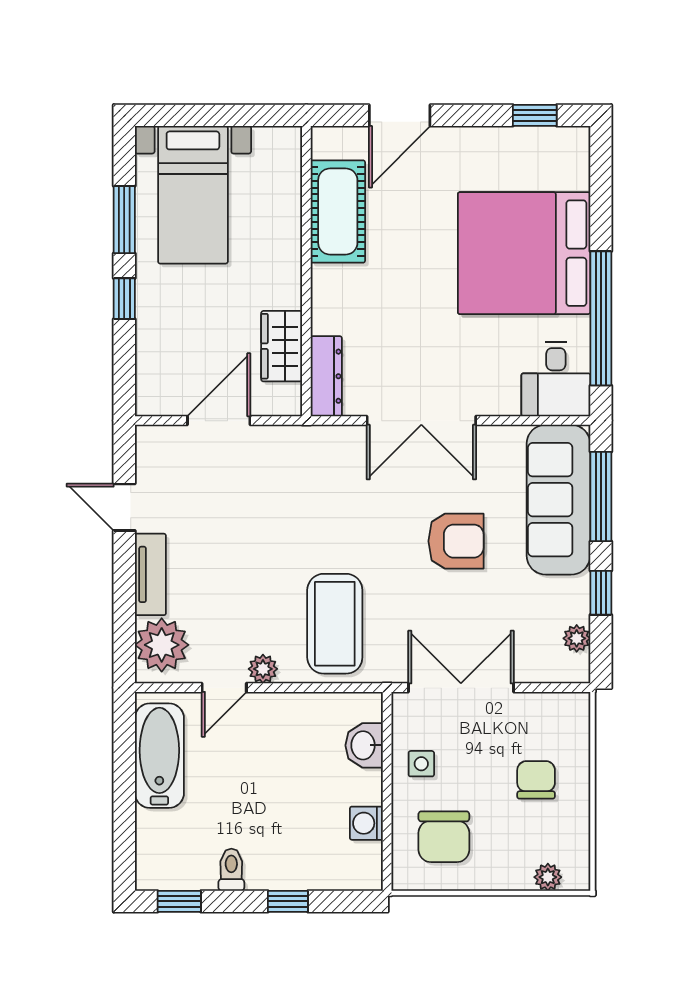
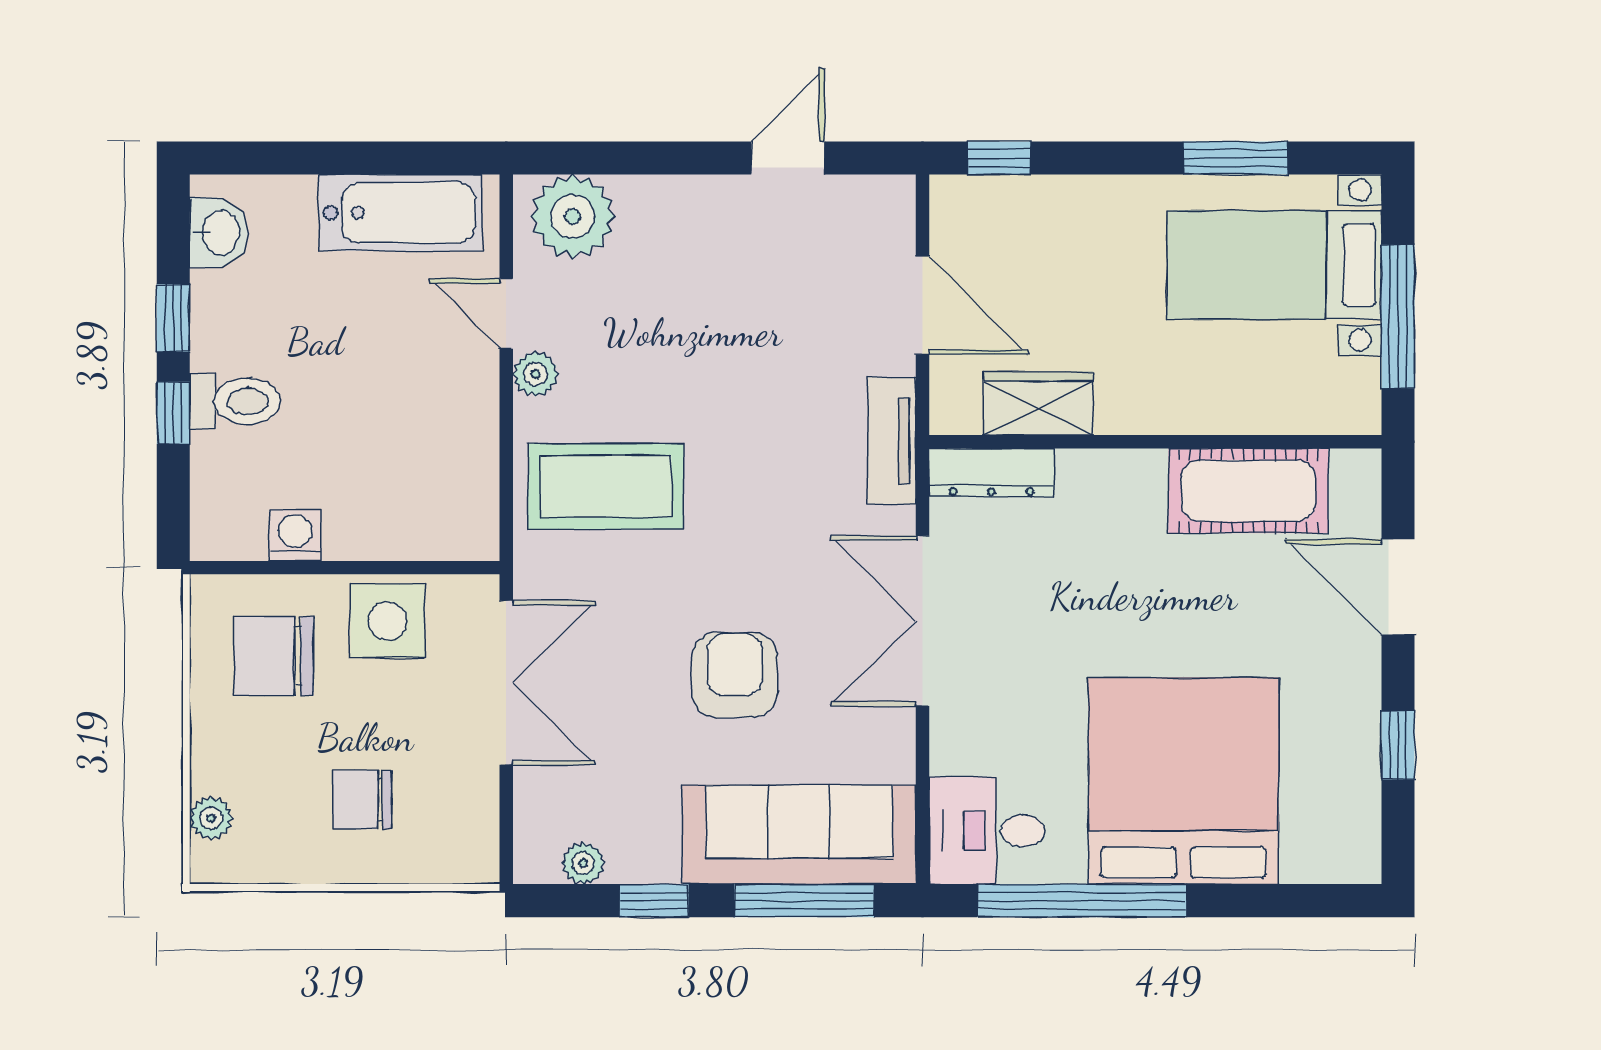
window: (226, 115) -> (1398, 316), added
window: (535, 115) -> (1398, 745), moved
window: (124, 299) -> (999, 158), moved
armchair: (456, 541) -> (735, 675), turned 180
tv unit: (150, 574) -> (892, 441), moved, turned 90
washbasin: (364, 745) -> (219, 232), moved, turned 90
side table: (421, 764) -> (388, 621), width x1.87, depth x1.87
chair: (536, 780) -> (363, 800), turned 180
toilet: (231, 870) -> (235, 401), moved, width x1.37, depth x1.39
window: (179, 901) -> (173, 318), moved

